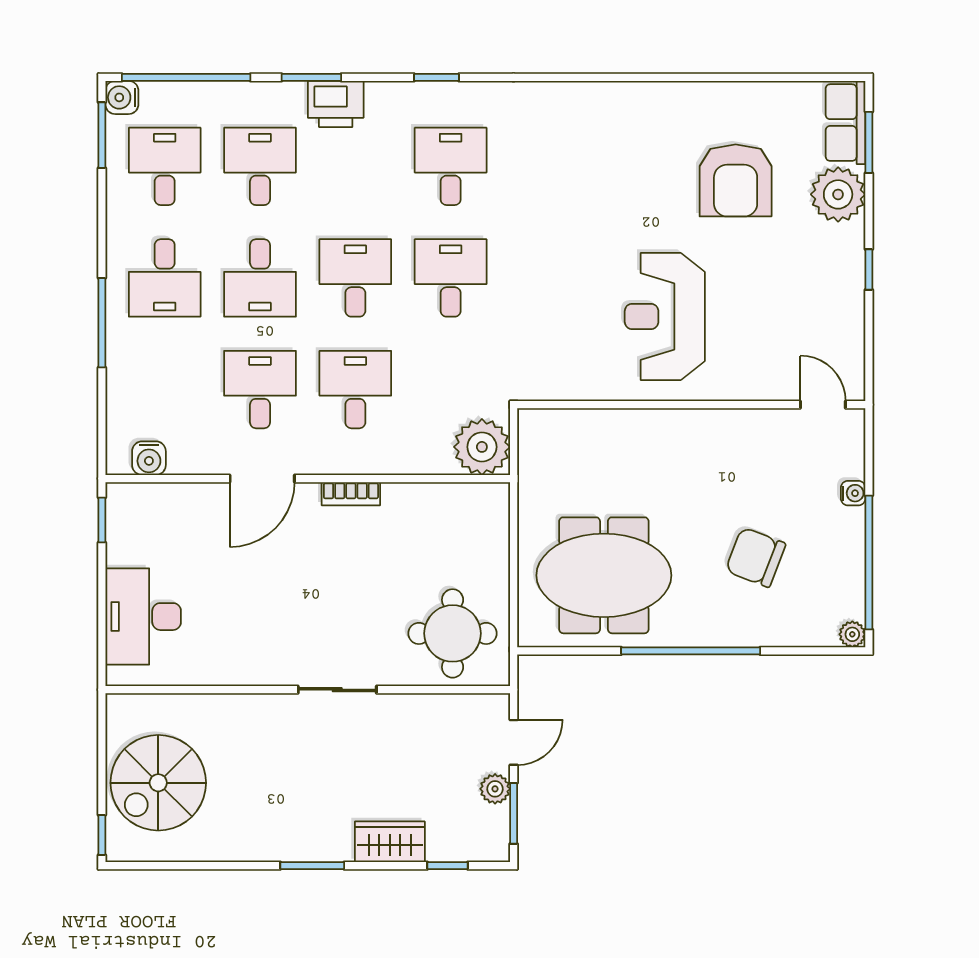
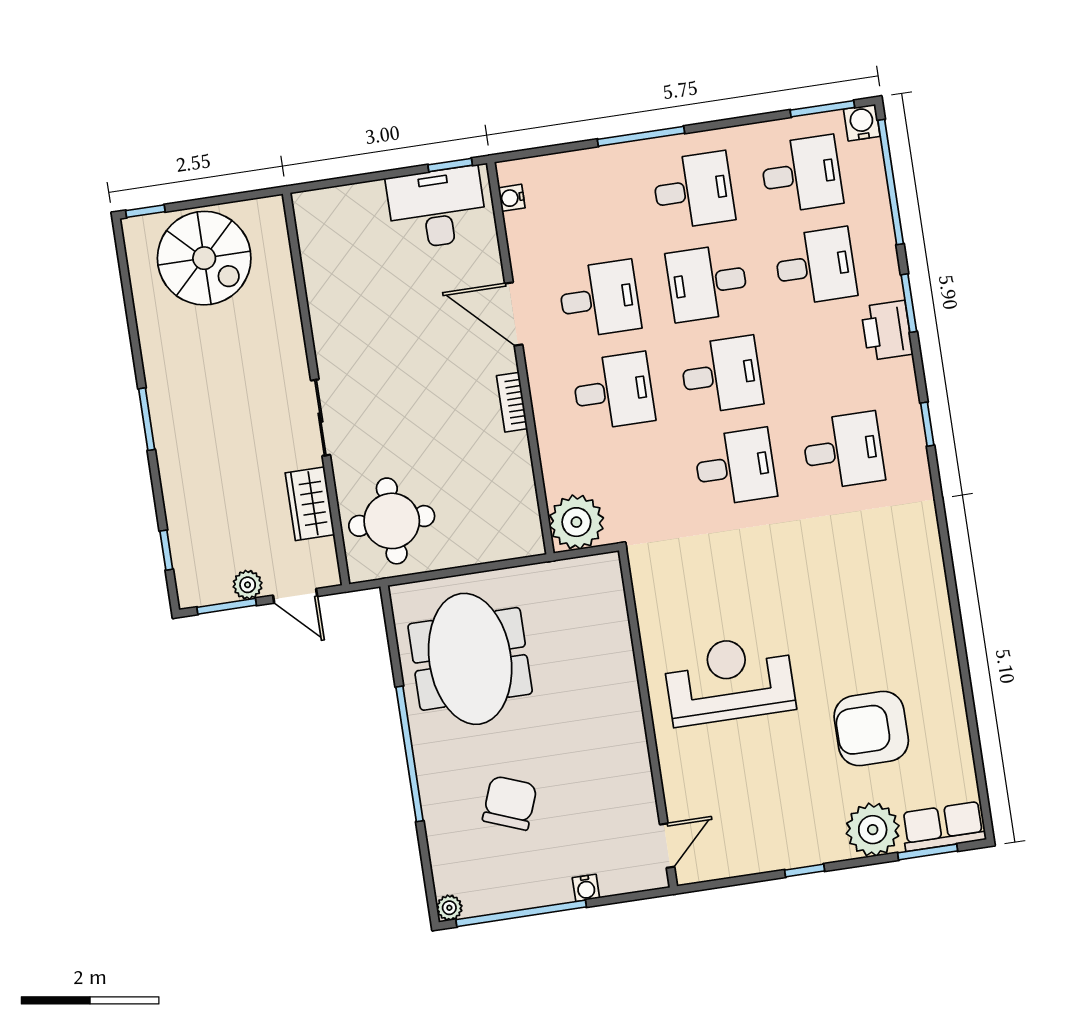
desk: (165, 278) -> (693, 191), turned 180
water cooler: (149, 458) -> (512, 198), width x0.72, depth x0.72
desk: (143, 617) -> (437, 208), moved
spiral stairs: (158, 783) -> (204, 258), turned 180
wardrobe: (390, 842) -> (310, 504), moved, turned 180

